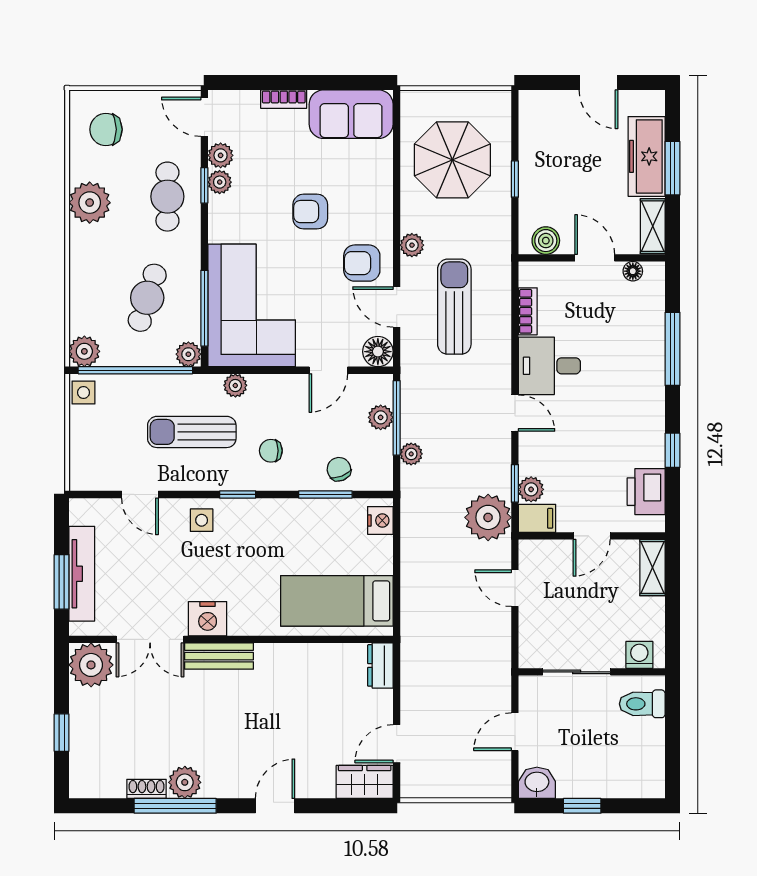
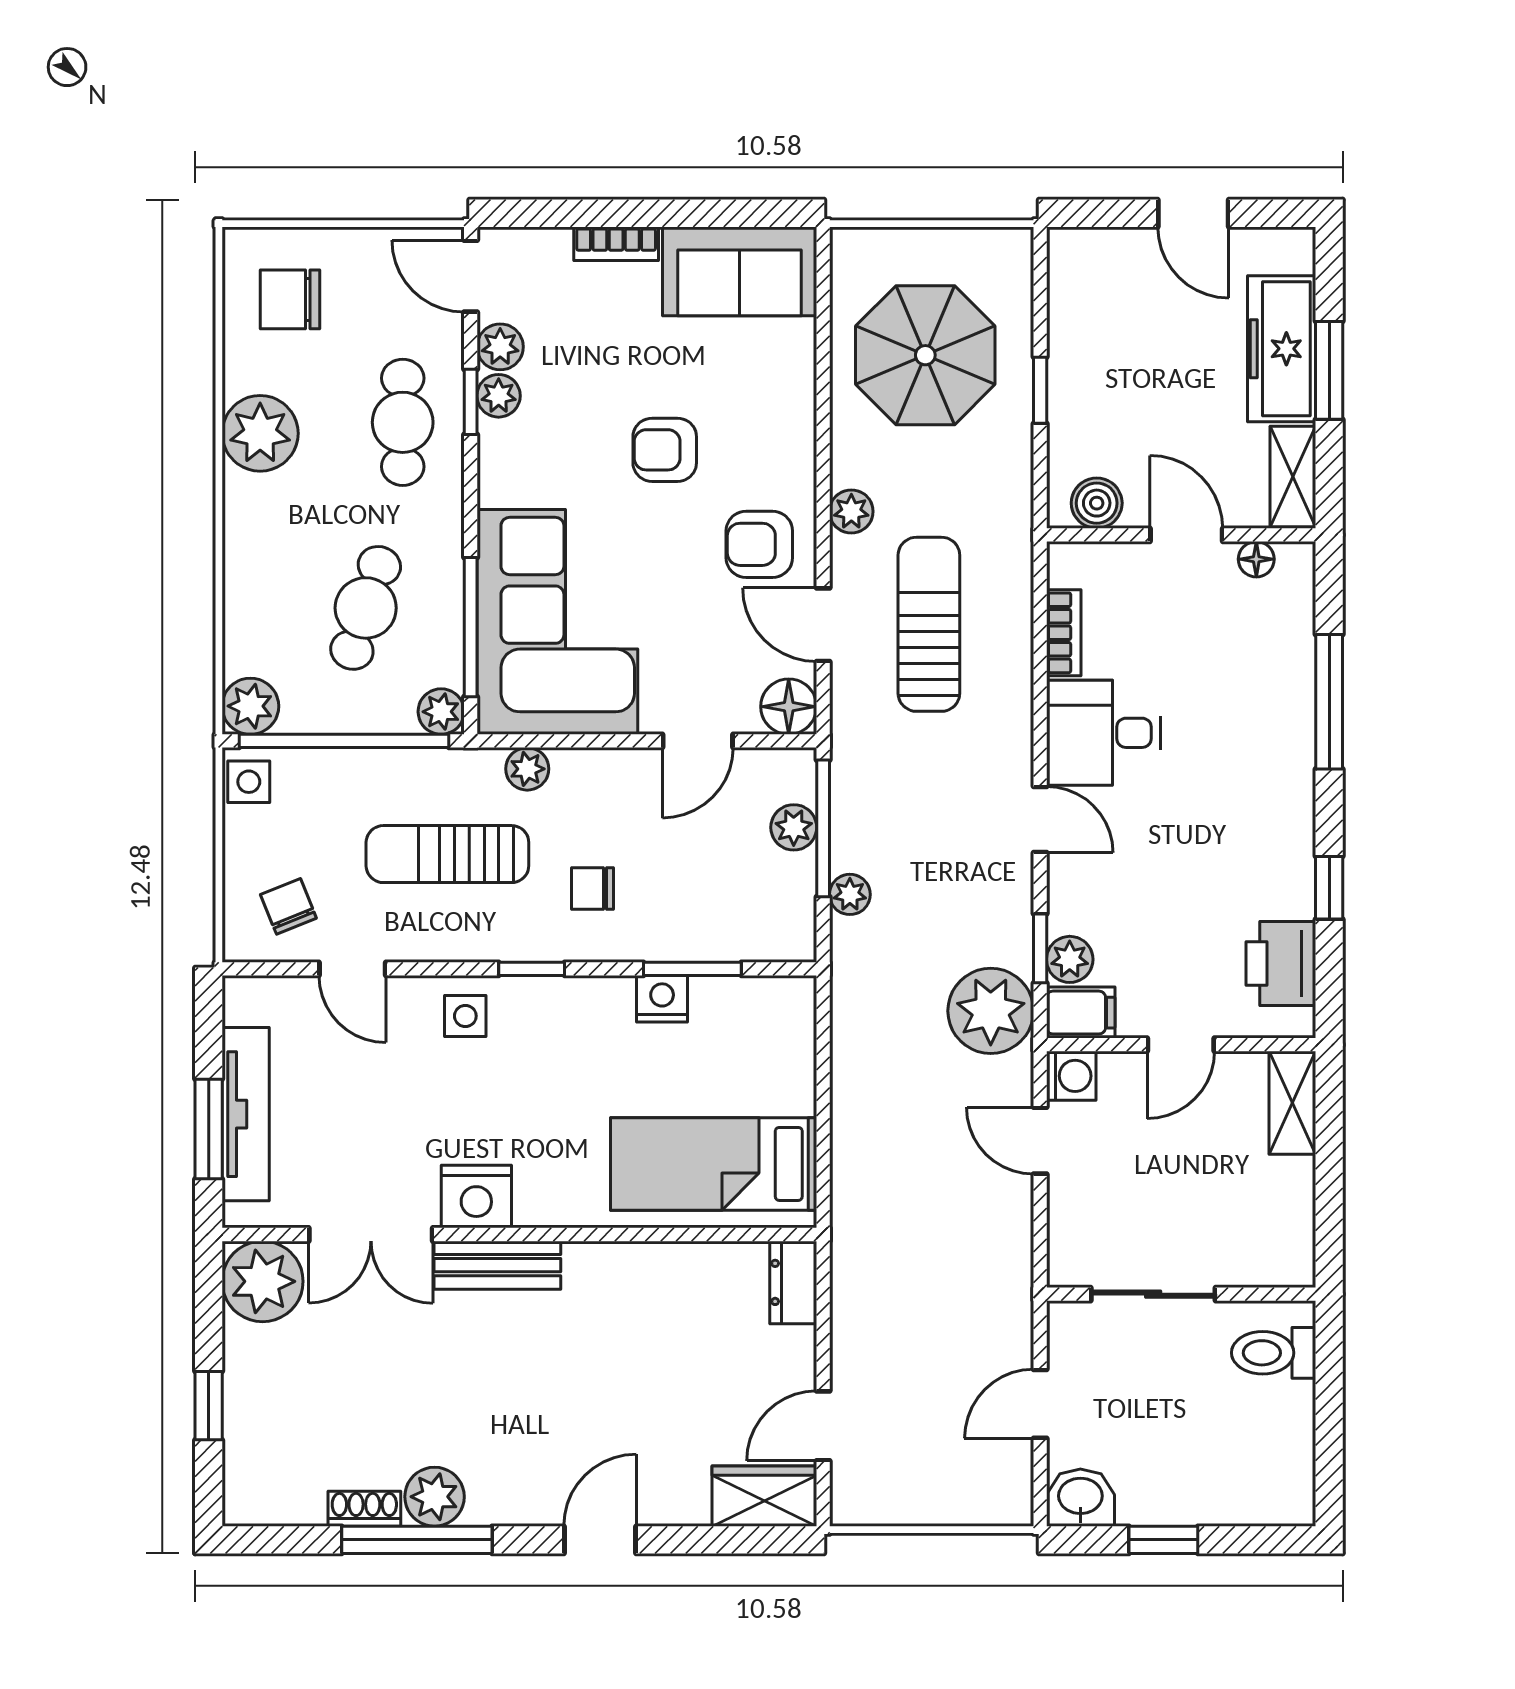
chair: (339, 469) -> (288, 906), moved
nightstand: (380, 520) -> (662, 999), moved, turned -90
washing machine: (639, 655) -> (1071, 1076), moved, turned 90

